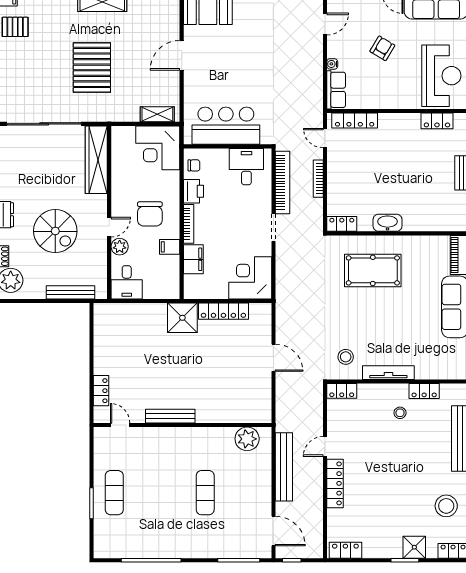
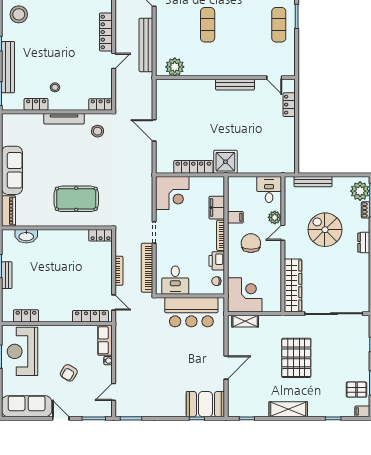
washbasin: (388, 223) -> (26, 236), moved

